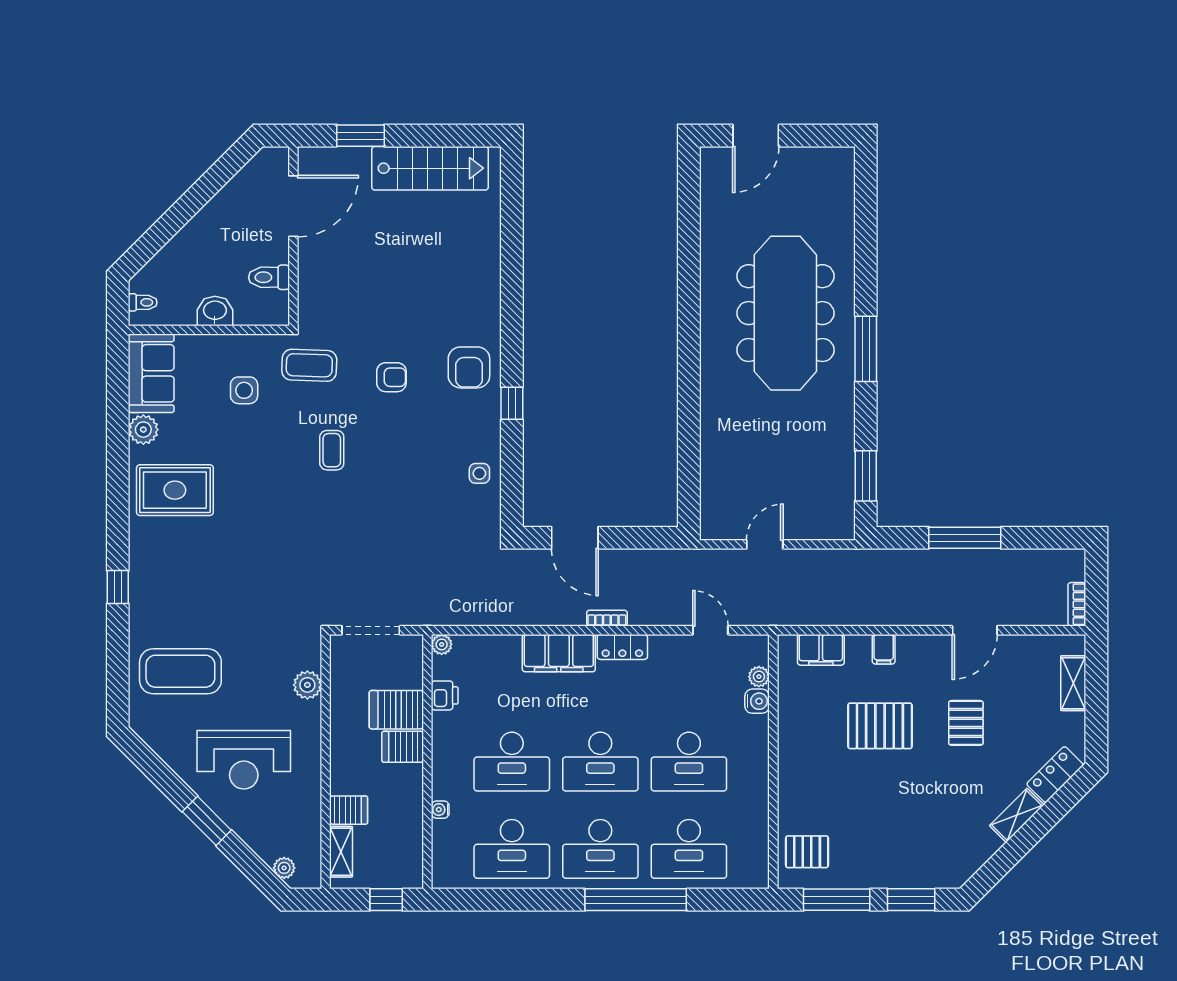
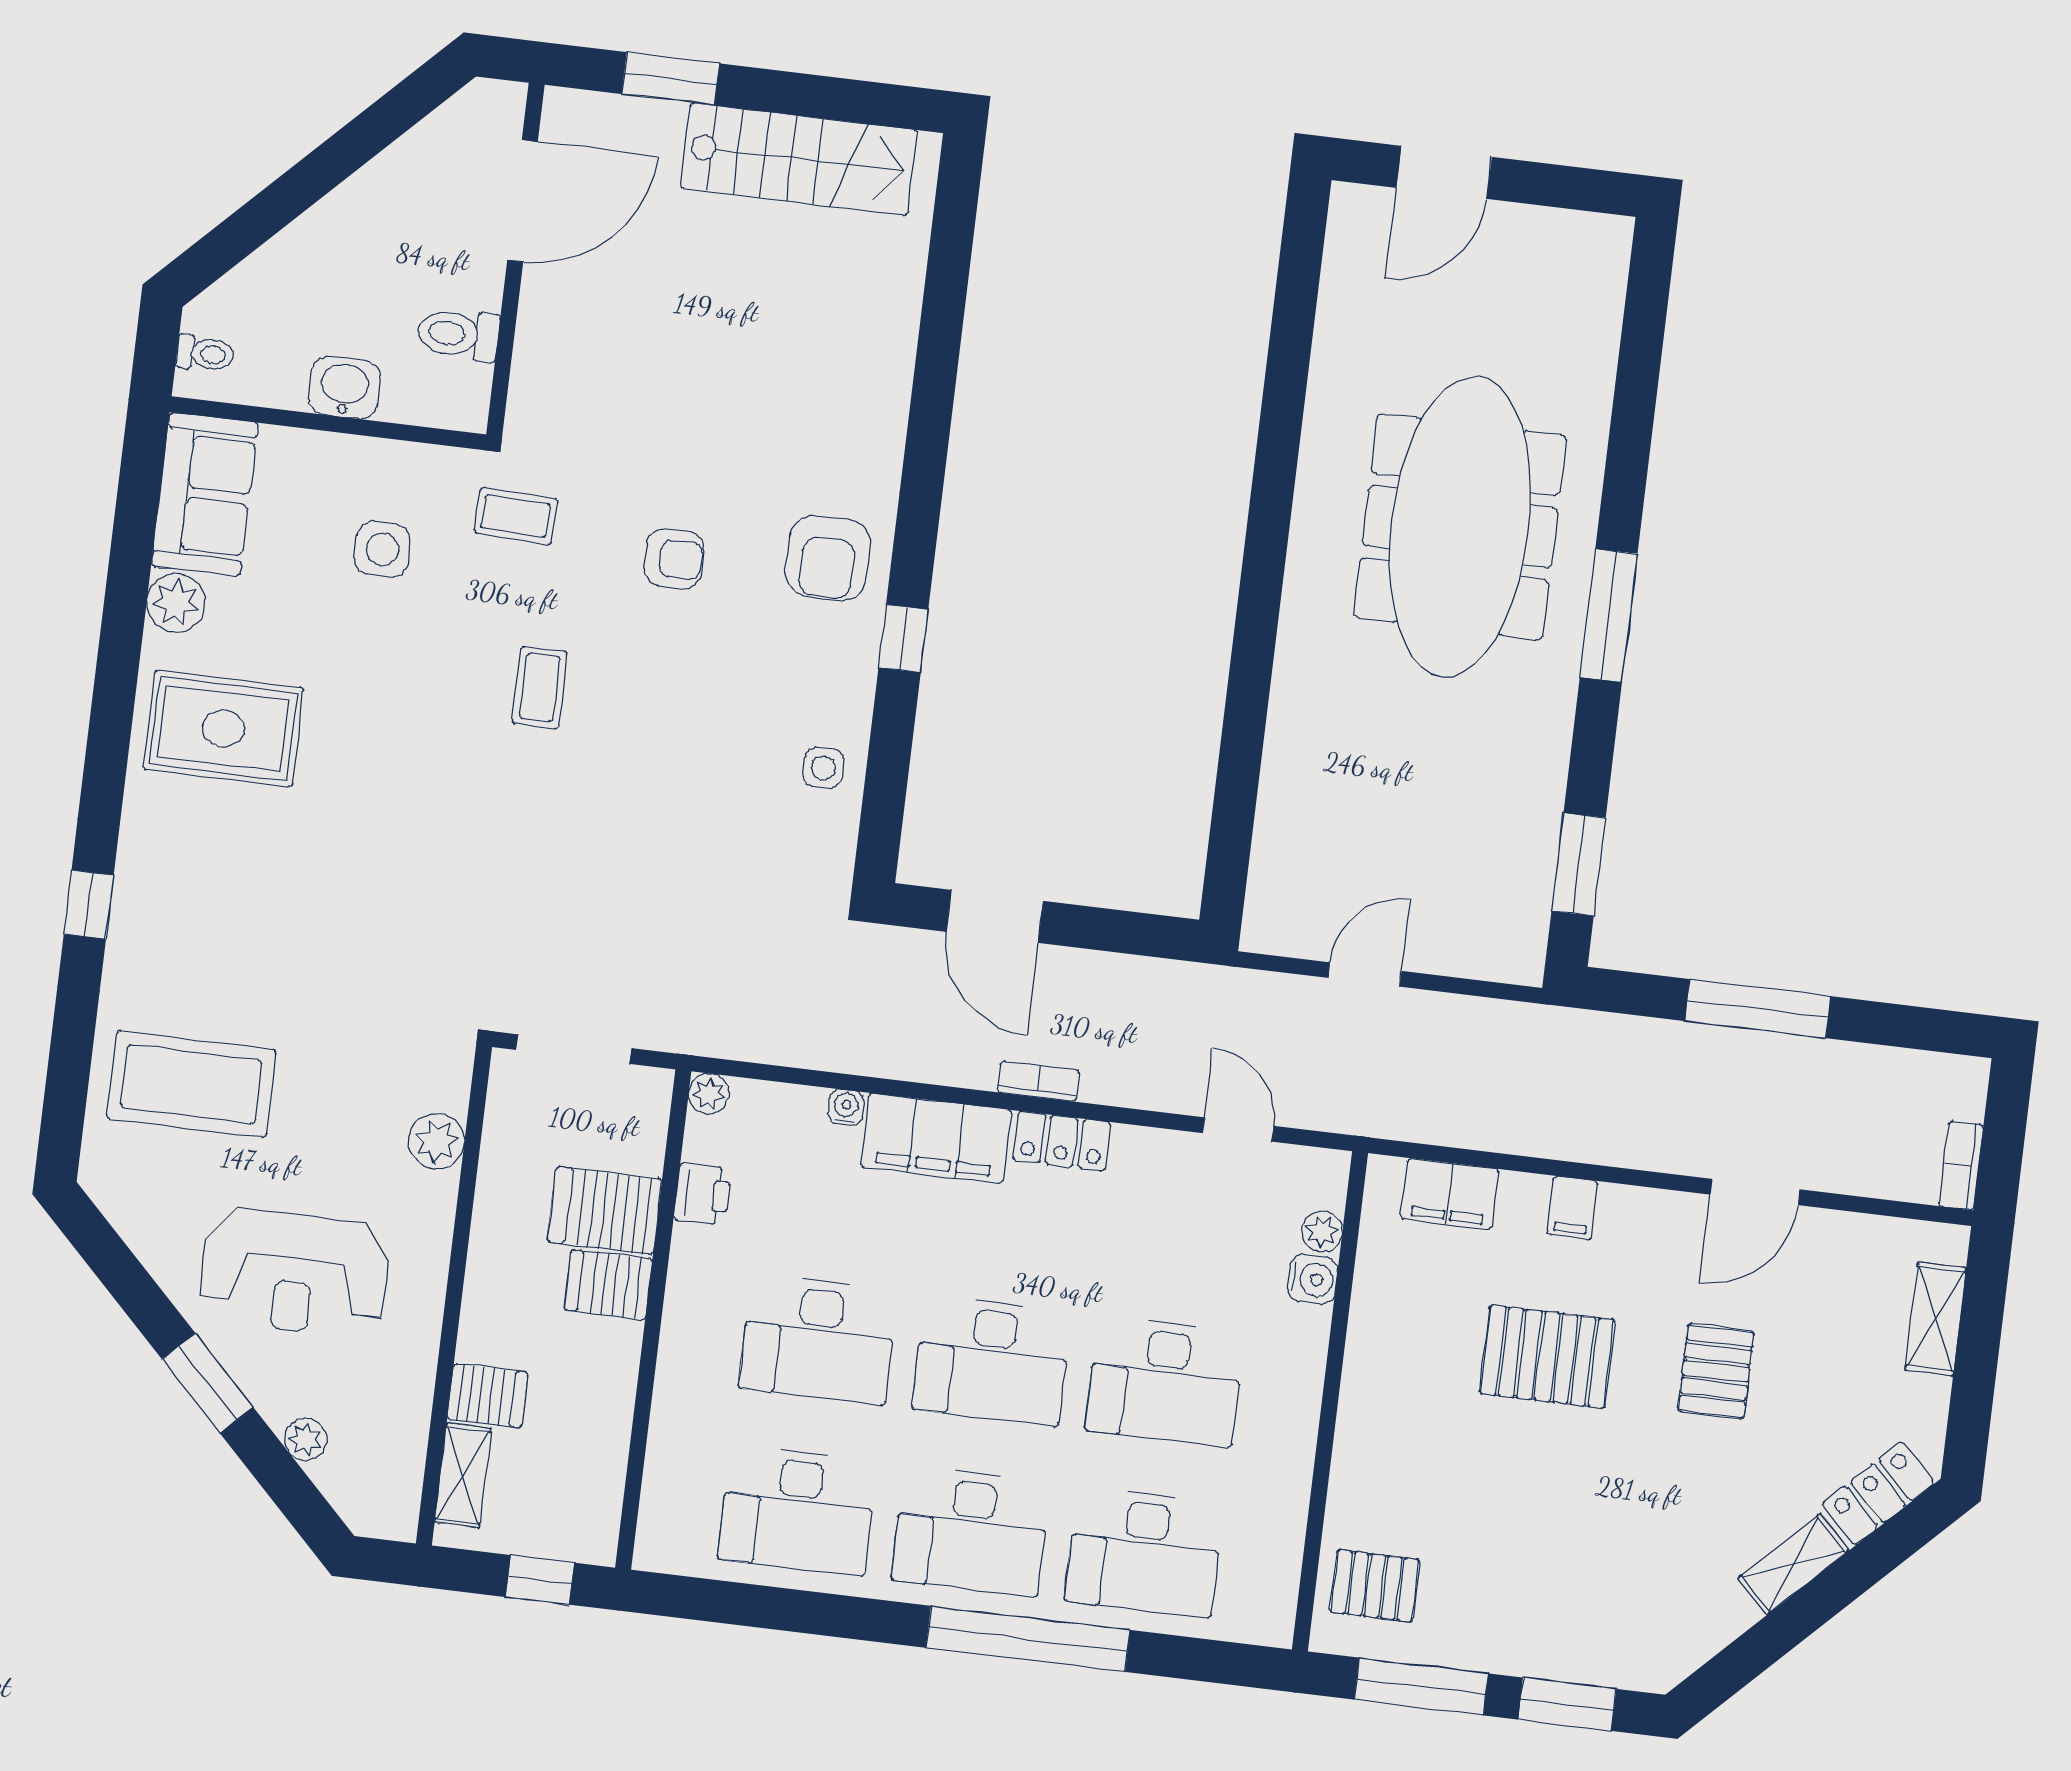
coffee table: (309, 365) -> (516, 516), width x0.73, depth x0.77
water cooler: (440, 810) -> (846, 1107), moved, turned 90
plant: (284, 868) -> (305, 1440), moved

